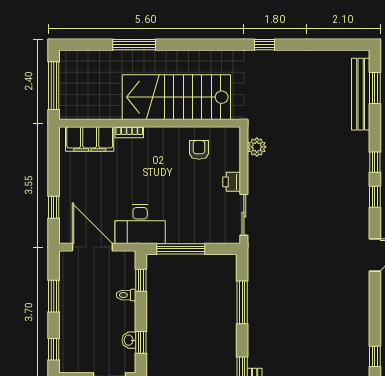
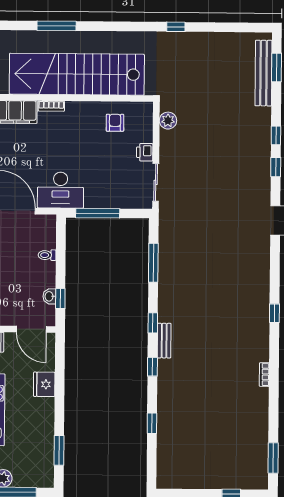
stairs: (176, 97) -> (77, 74), width x1.36
window: (141, 280) -> (61, 242), removed

